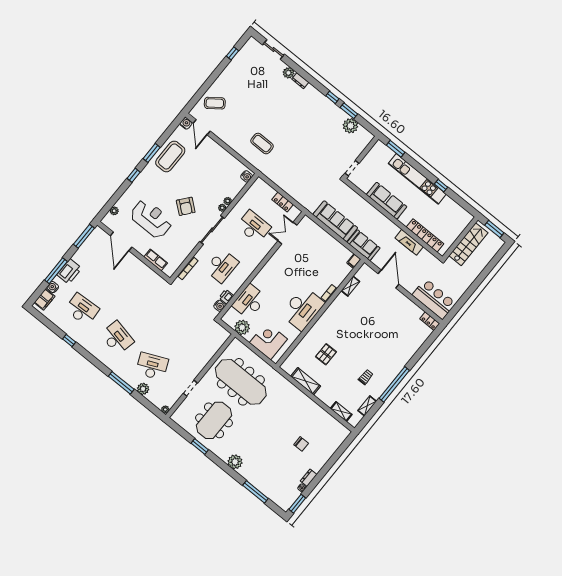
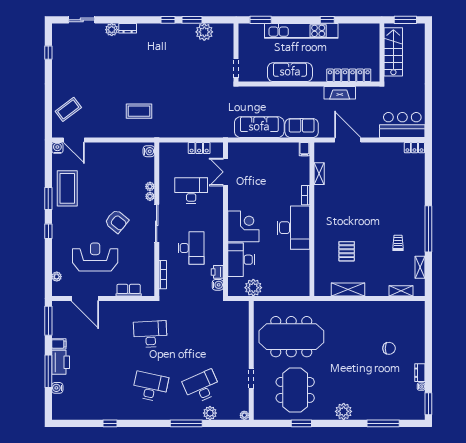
filing cabinet: (44, 299) -> (59, 344), moved, width x0.50
desk: (82, 309) -> (150, 334), moved
corner desk: (268, 341) -> (243, 226), moved, turned 90

